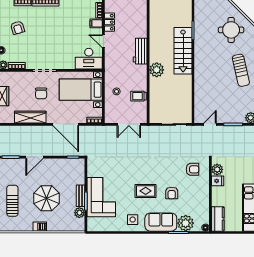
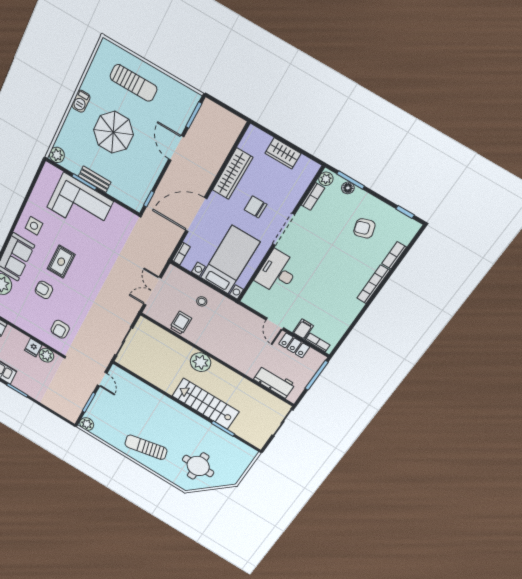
door: (103, 41) -> (275, 324), swing flipped
workbench: (140, 51) -> (274, 382), moved
desk: (89, 59) -> (277, 272), moved
plant: (79, 213) -> (57, 155), moved

